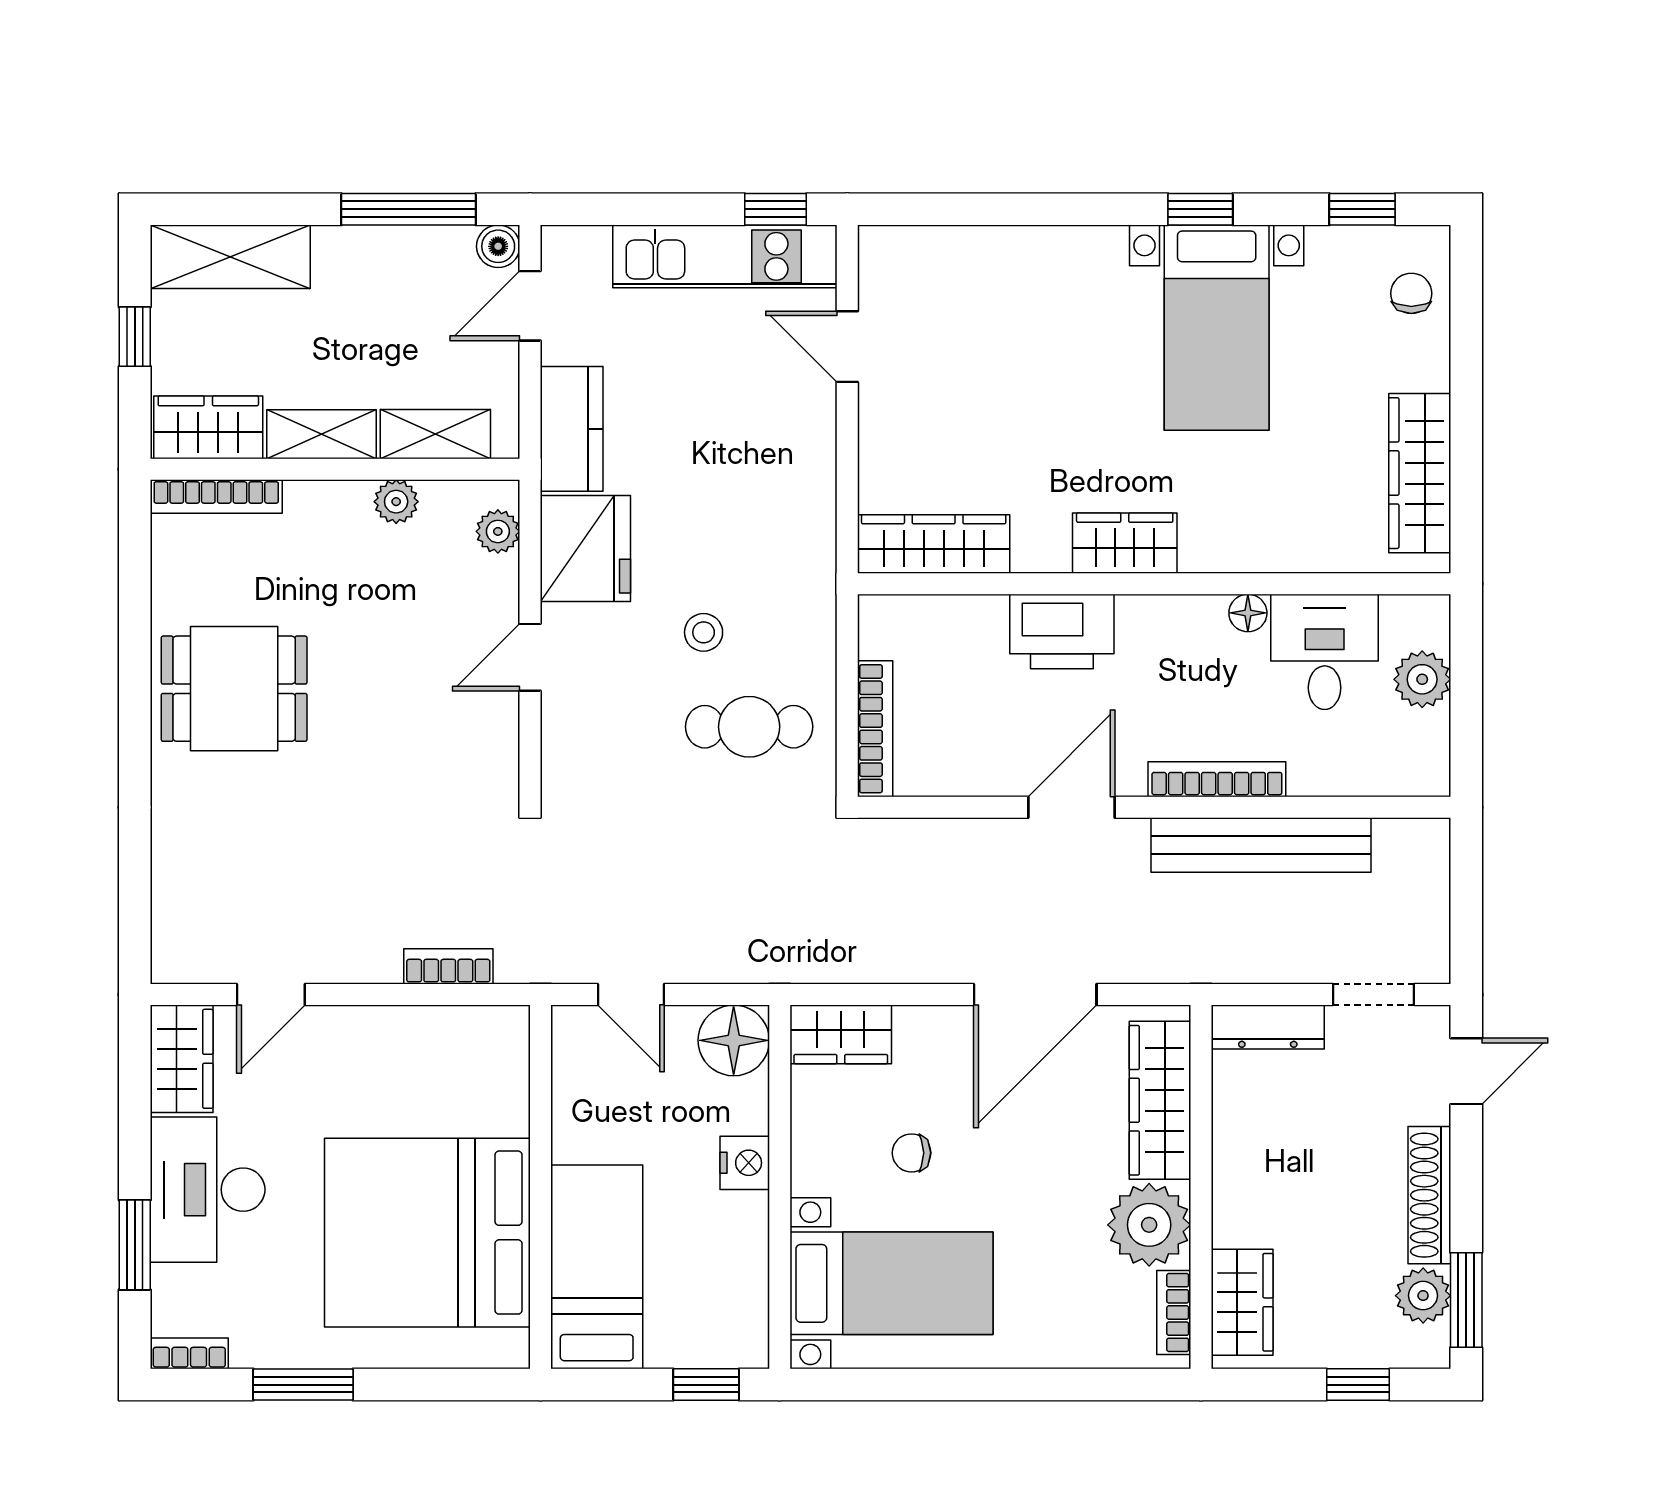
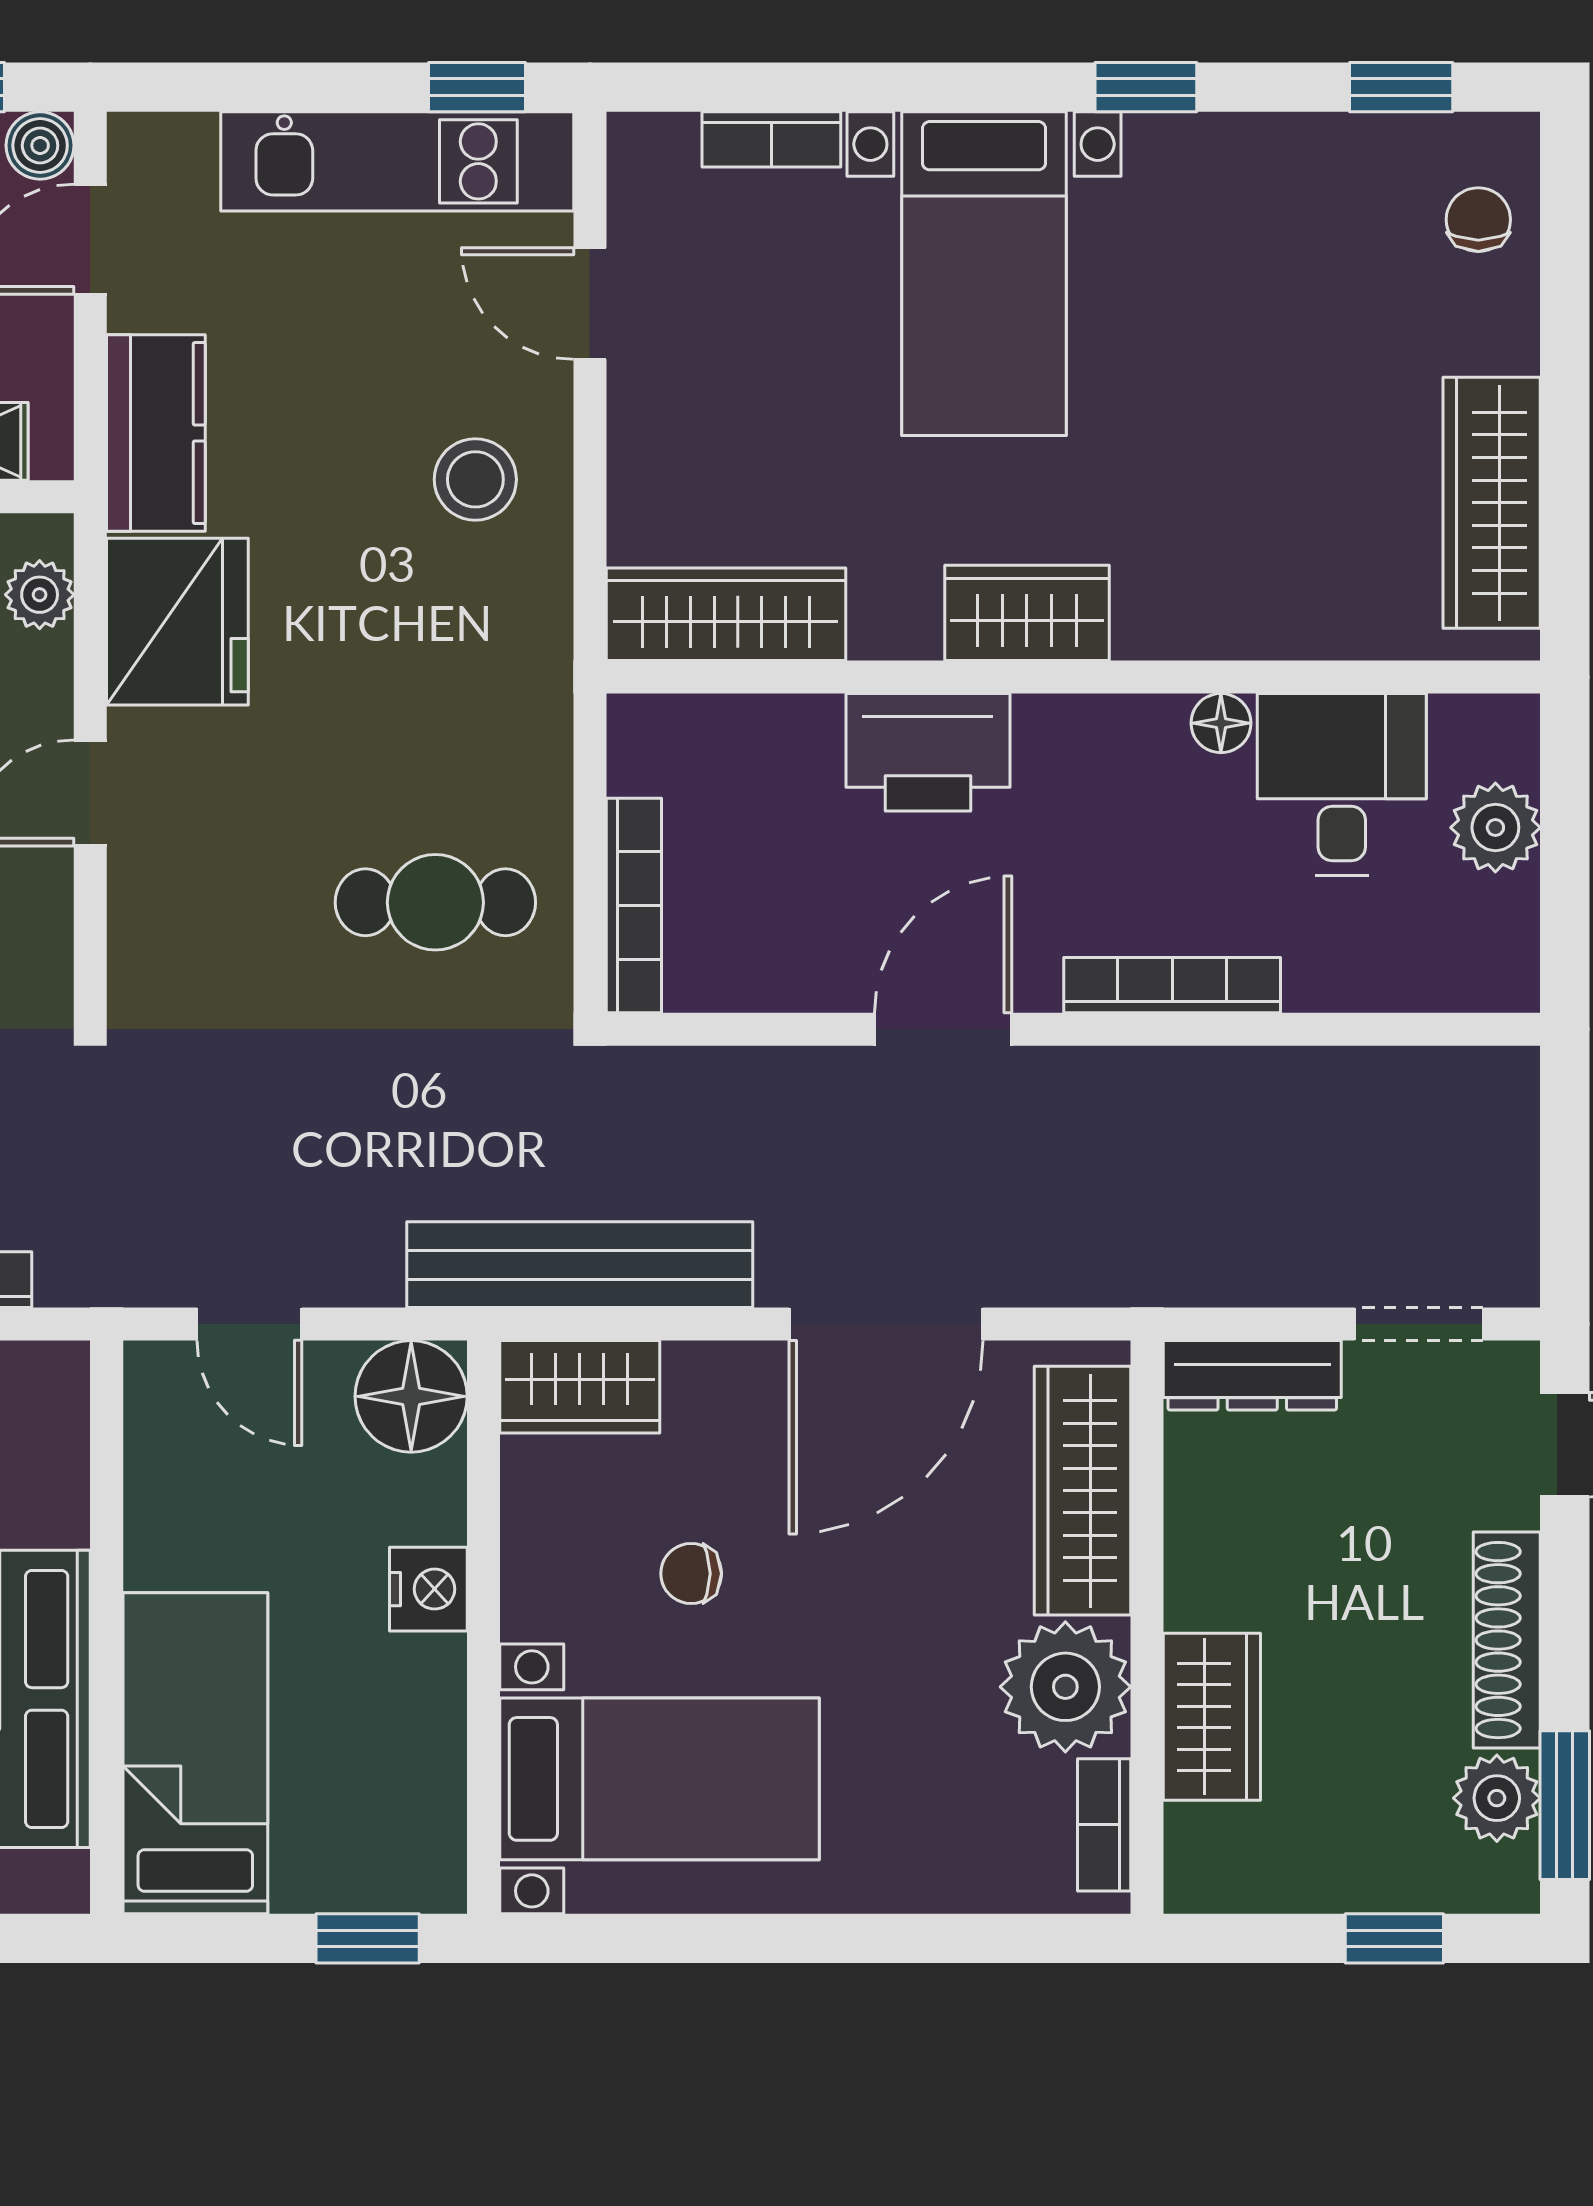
bookcase: (962, 242) -> (771, 139), added
bed with nightstands: (1217, 328) -> (984, 274), moved
stool: (704, 632) -> (475, 479), moved, width x1.37, depth x1.37
bench: (1261, 845) -> (580, 1265), moved
wardrobe: (1242, 1302) -> (1212, 1717), moved

